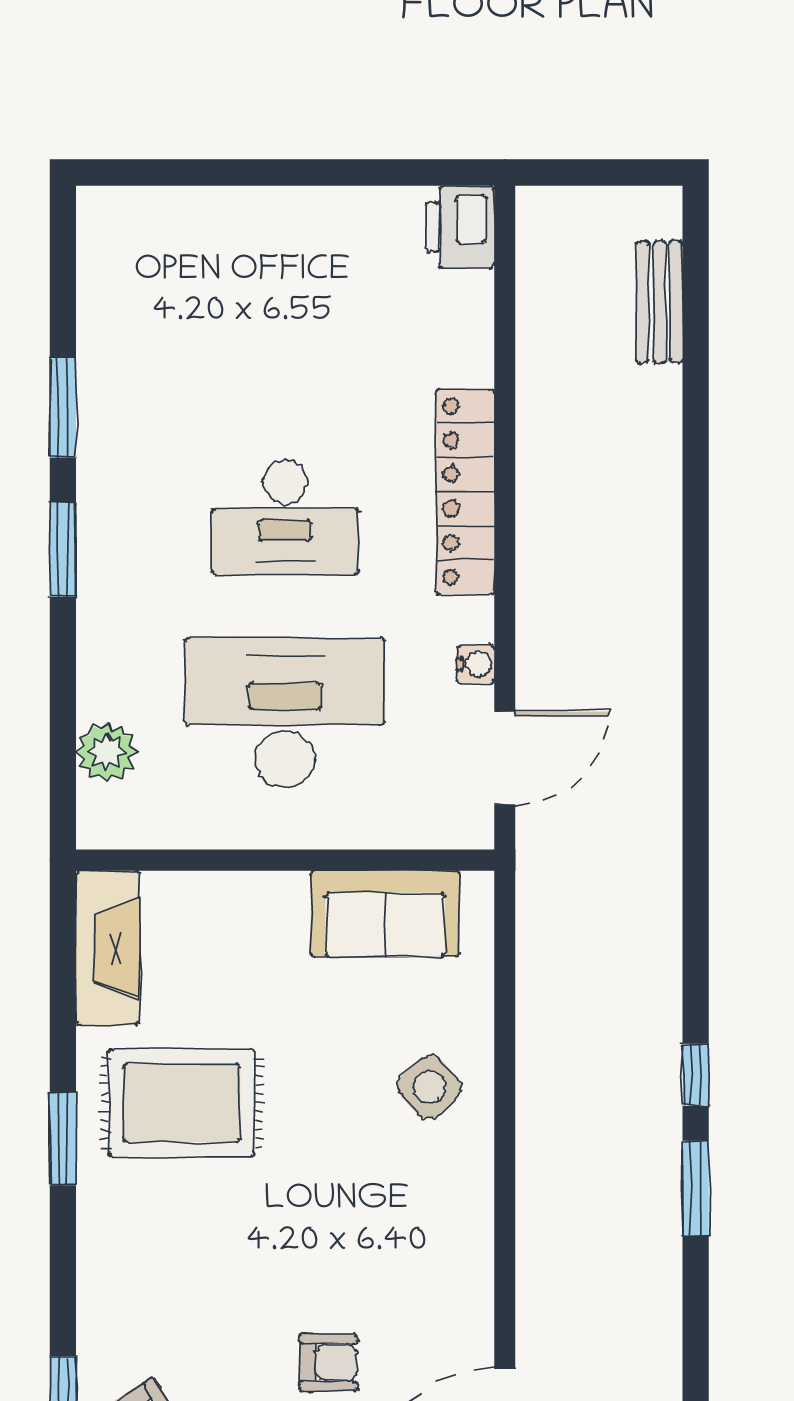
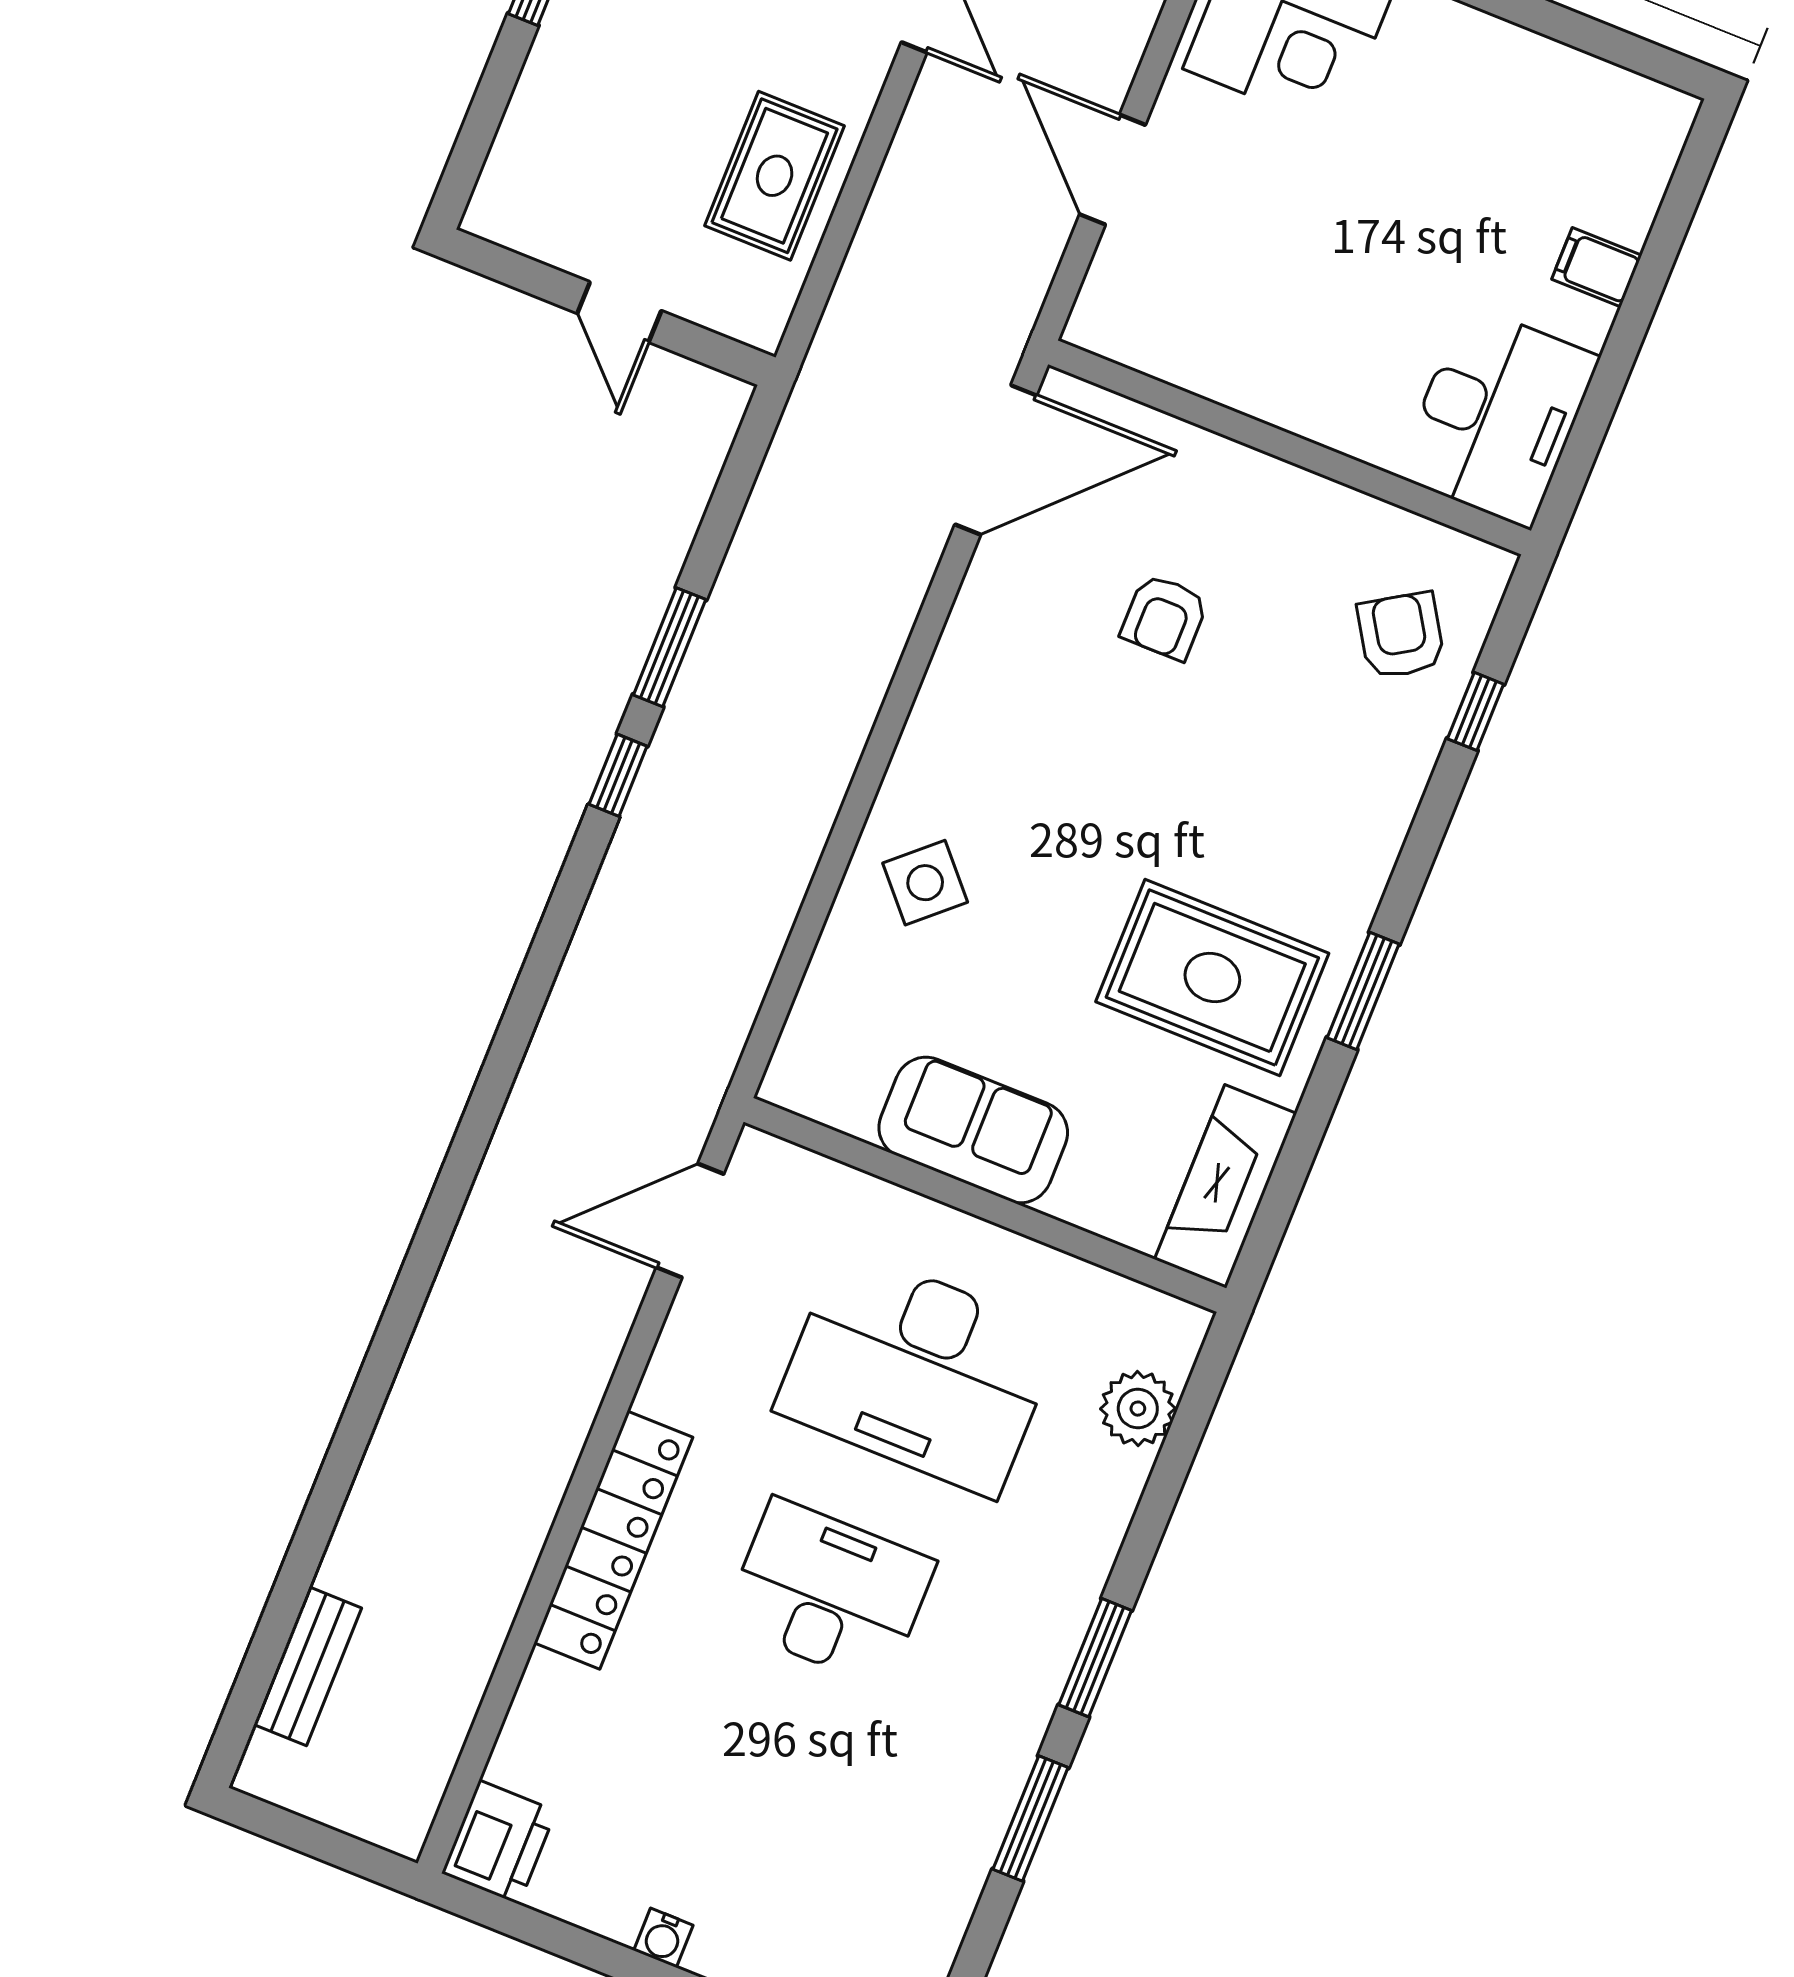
water cooler: (475, 664) -> (663, 1938), moved, turned -90
sofa: (385, 914) -> (973, 1130), moved
armchair: (328, 1362) -> (1164, 617), turned -90

